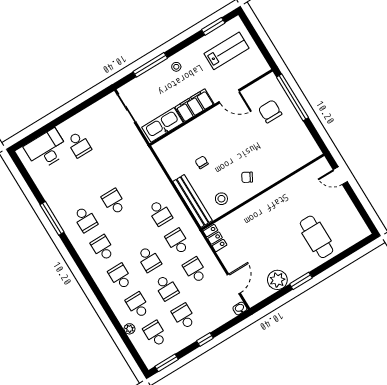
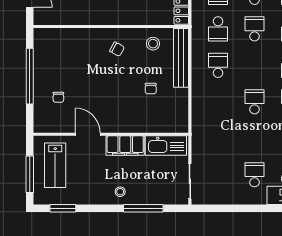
window: (256, 37) -> (30, 174), added
lab bench: (226, 51) -> (55, 165), moved, turned -90
window: (292, 97) -> (30, 76), moved
chair: (270, 111) -> (58, 97), width x0.54, depth x0.54
school desk: (114, 202) -> (254, 102), turned 180

